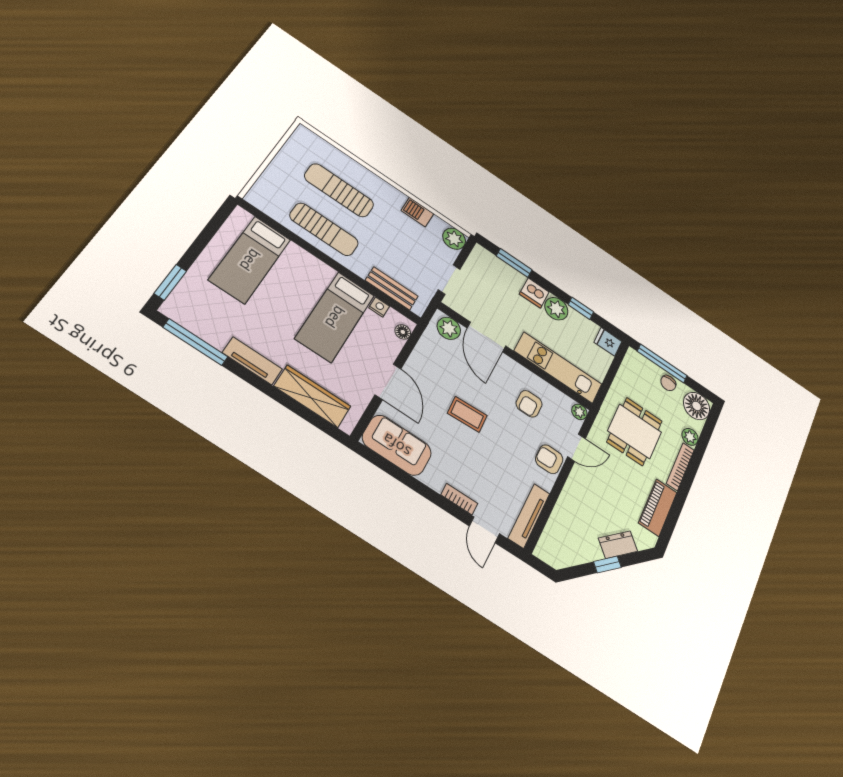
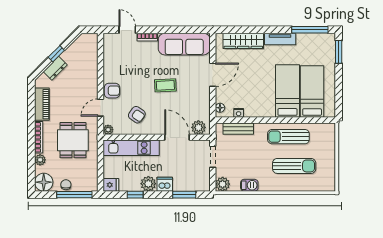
bed: (335, 317) -> (287, 91), moved
door: (388, 382) -> (213, 75), swing flipped
armchair: (529, 404) -> (137, 115), turned 125
sofa: (397, 445) -> (184, 44), width x1.36
tv unit: (529, 516) -> (108, 52), removed

